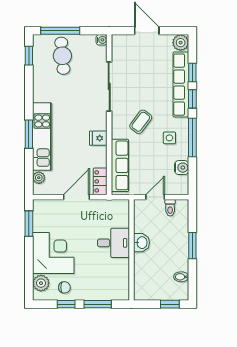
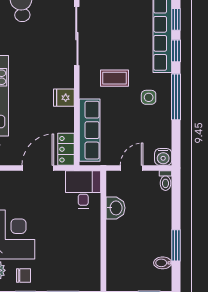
coffee table: (141, 122) -> (114, 78), turned 53
water cooler: (182, 168) -> (163, 157), moved, turned 90
toilet: (170, 208) -> (165, 181), moved
desk: (113, 243) -> (83, 190), moved, turned -90
washbasin: (142, 243) -> (115, 208), moved
window: (192, 246) -> (176, 245), moved

